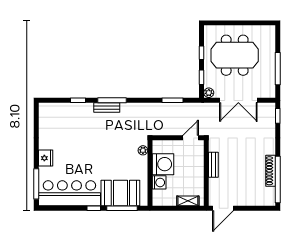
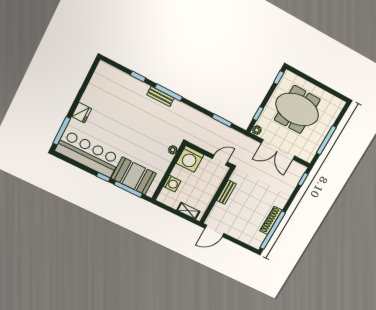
window: (202, 53) -> (279, 78), moved
washing machine: (163, 164) -> (190, 159), moved, turned 90

